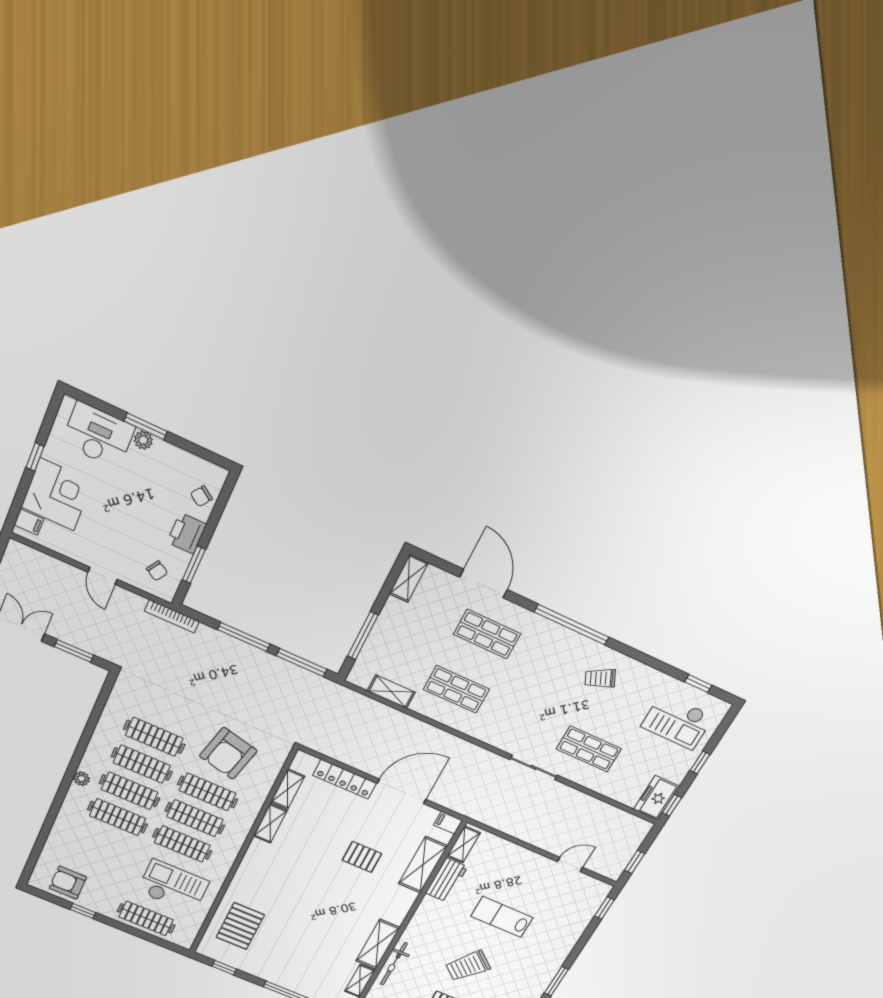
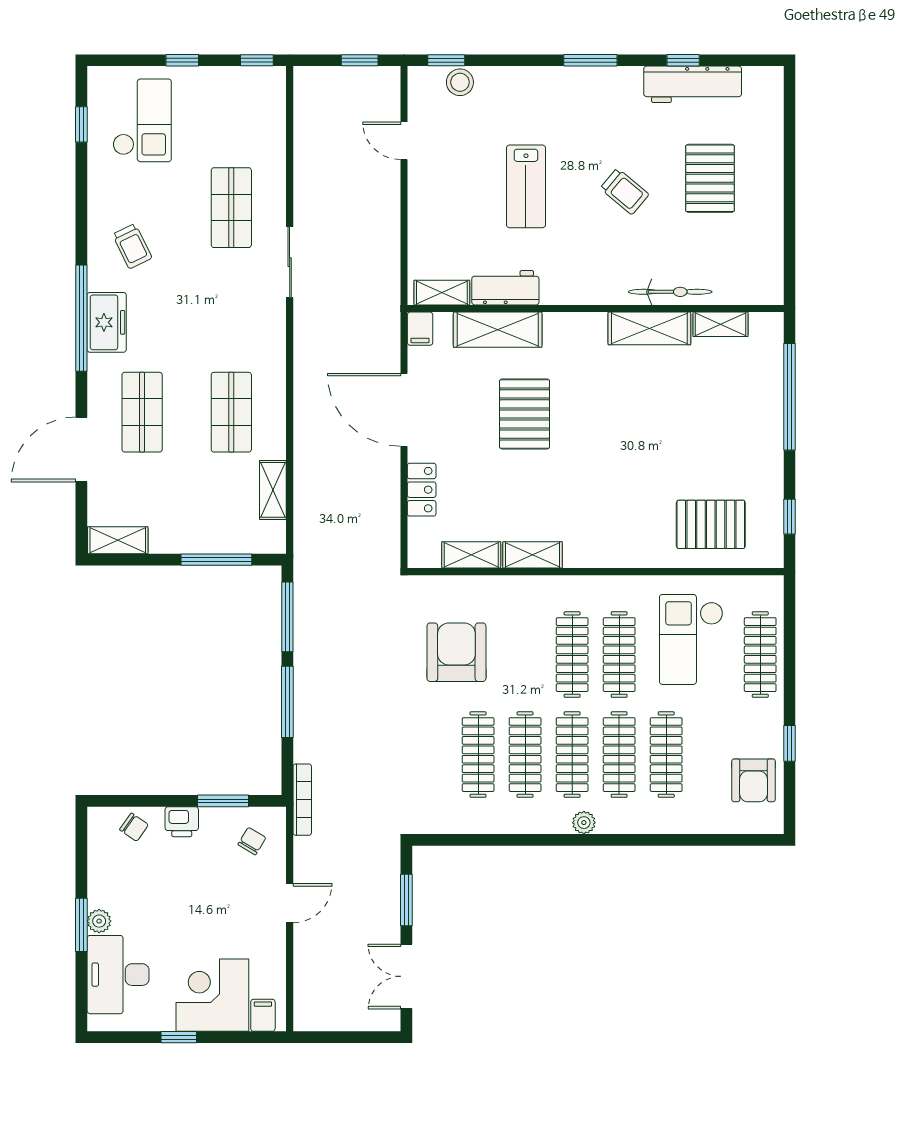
printer: (187, 533) -> (182, 822), width x0.73, depth x0.81
armchair: (228, 753) -> (456, 652), turned -103
locker: (345, 779) -> (422, 490), width x0.66
clothes rail: (208, 792) -> (666, 755), moved
freezer: (657, 798) -> (107, 322), moved, turned -90
pallet: (362, 857) -> (525, 414), width x1.50, depth x1.42
stool: (587, 909) -> (460, 82), added
trolley: (468, 966) -> (625, 191), width x0.73, depth x0.72

